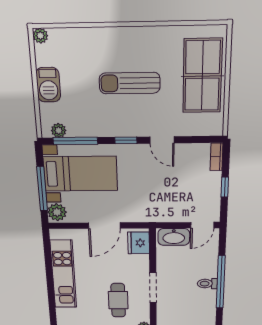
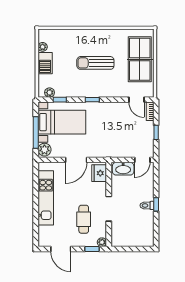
plant: (40, 36) -> (43, 47), moved
door: (162, 140) -> (136, 100), moved
window: (75, 141) -> (60, 100), width x0.46
window: (221, 282) -> (156, 204), width x0.32

